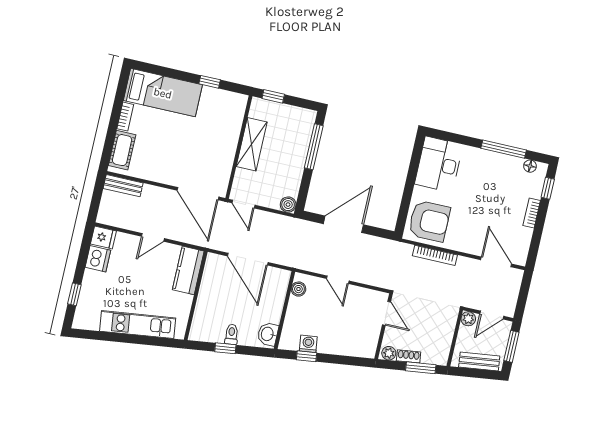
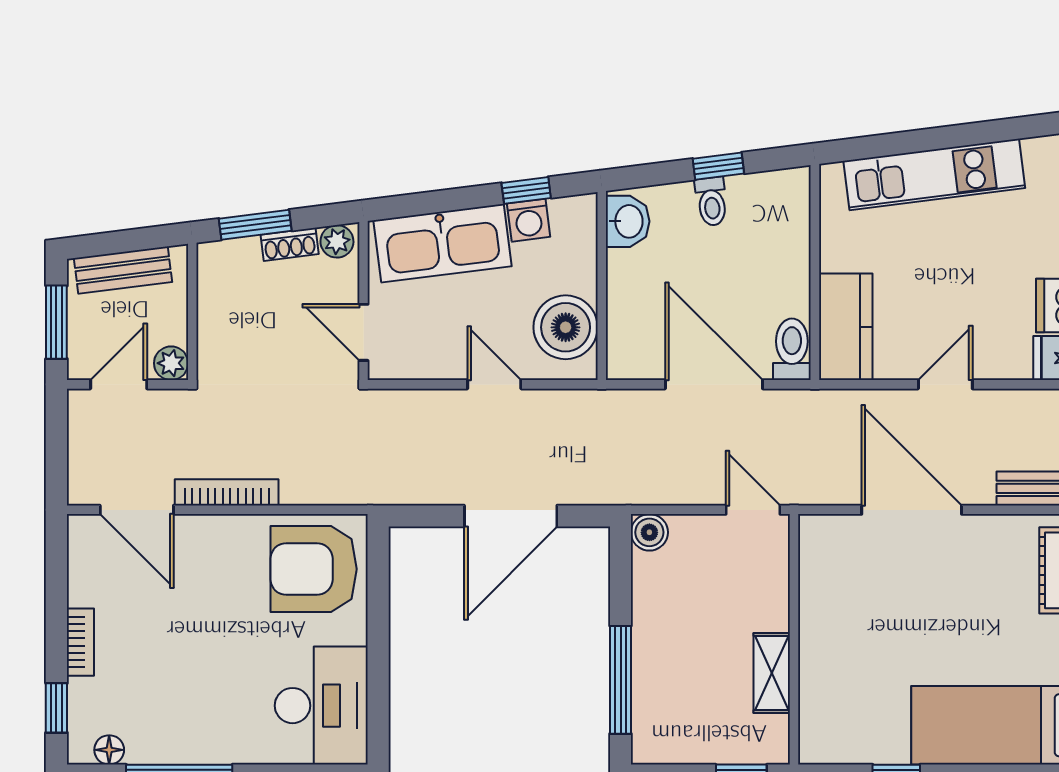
shelving: (252, 144) -> (772, 673), width x0.67, depth x0.75
door: (198, 194) -> (912, 510), moved
bookcase: (435, 255) -> (227, 492), moved
toilet: (212, 266) -> (792, 349), added
boiler: (298, 289) -> (566, 327), width x1.86, depth x1.86
kitchen sink: (346, 342) -> (443, 243), added

